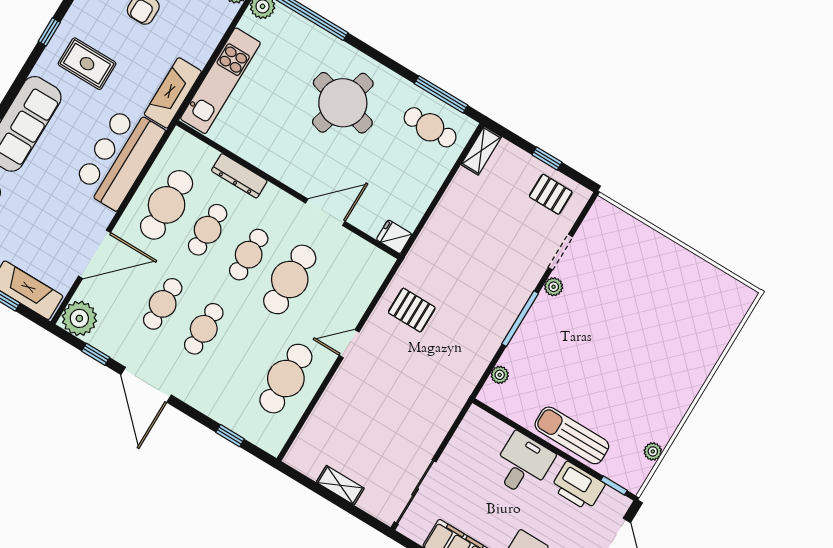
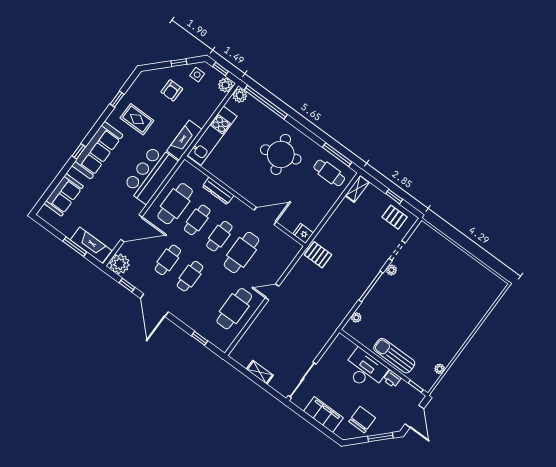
round table: (343, 103) -> (281, 154), turned -34
pallet: (412, 310) -> (318, 255), moved
desk: (523, 464) -> (365, 370), width x1.37
printer: (578, 486) -> (392, 379), width x0.53, depth x0.68

